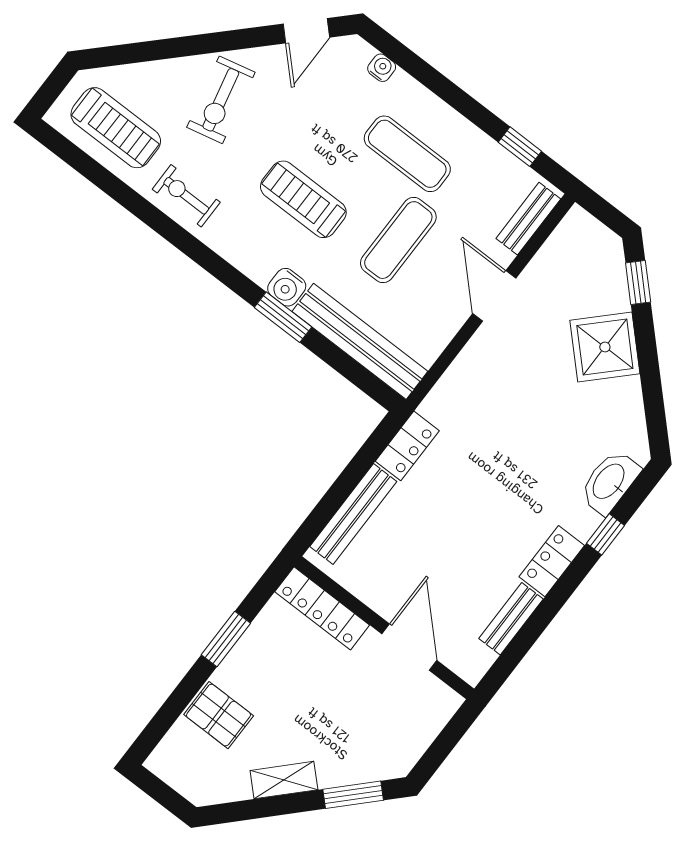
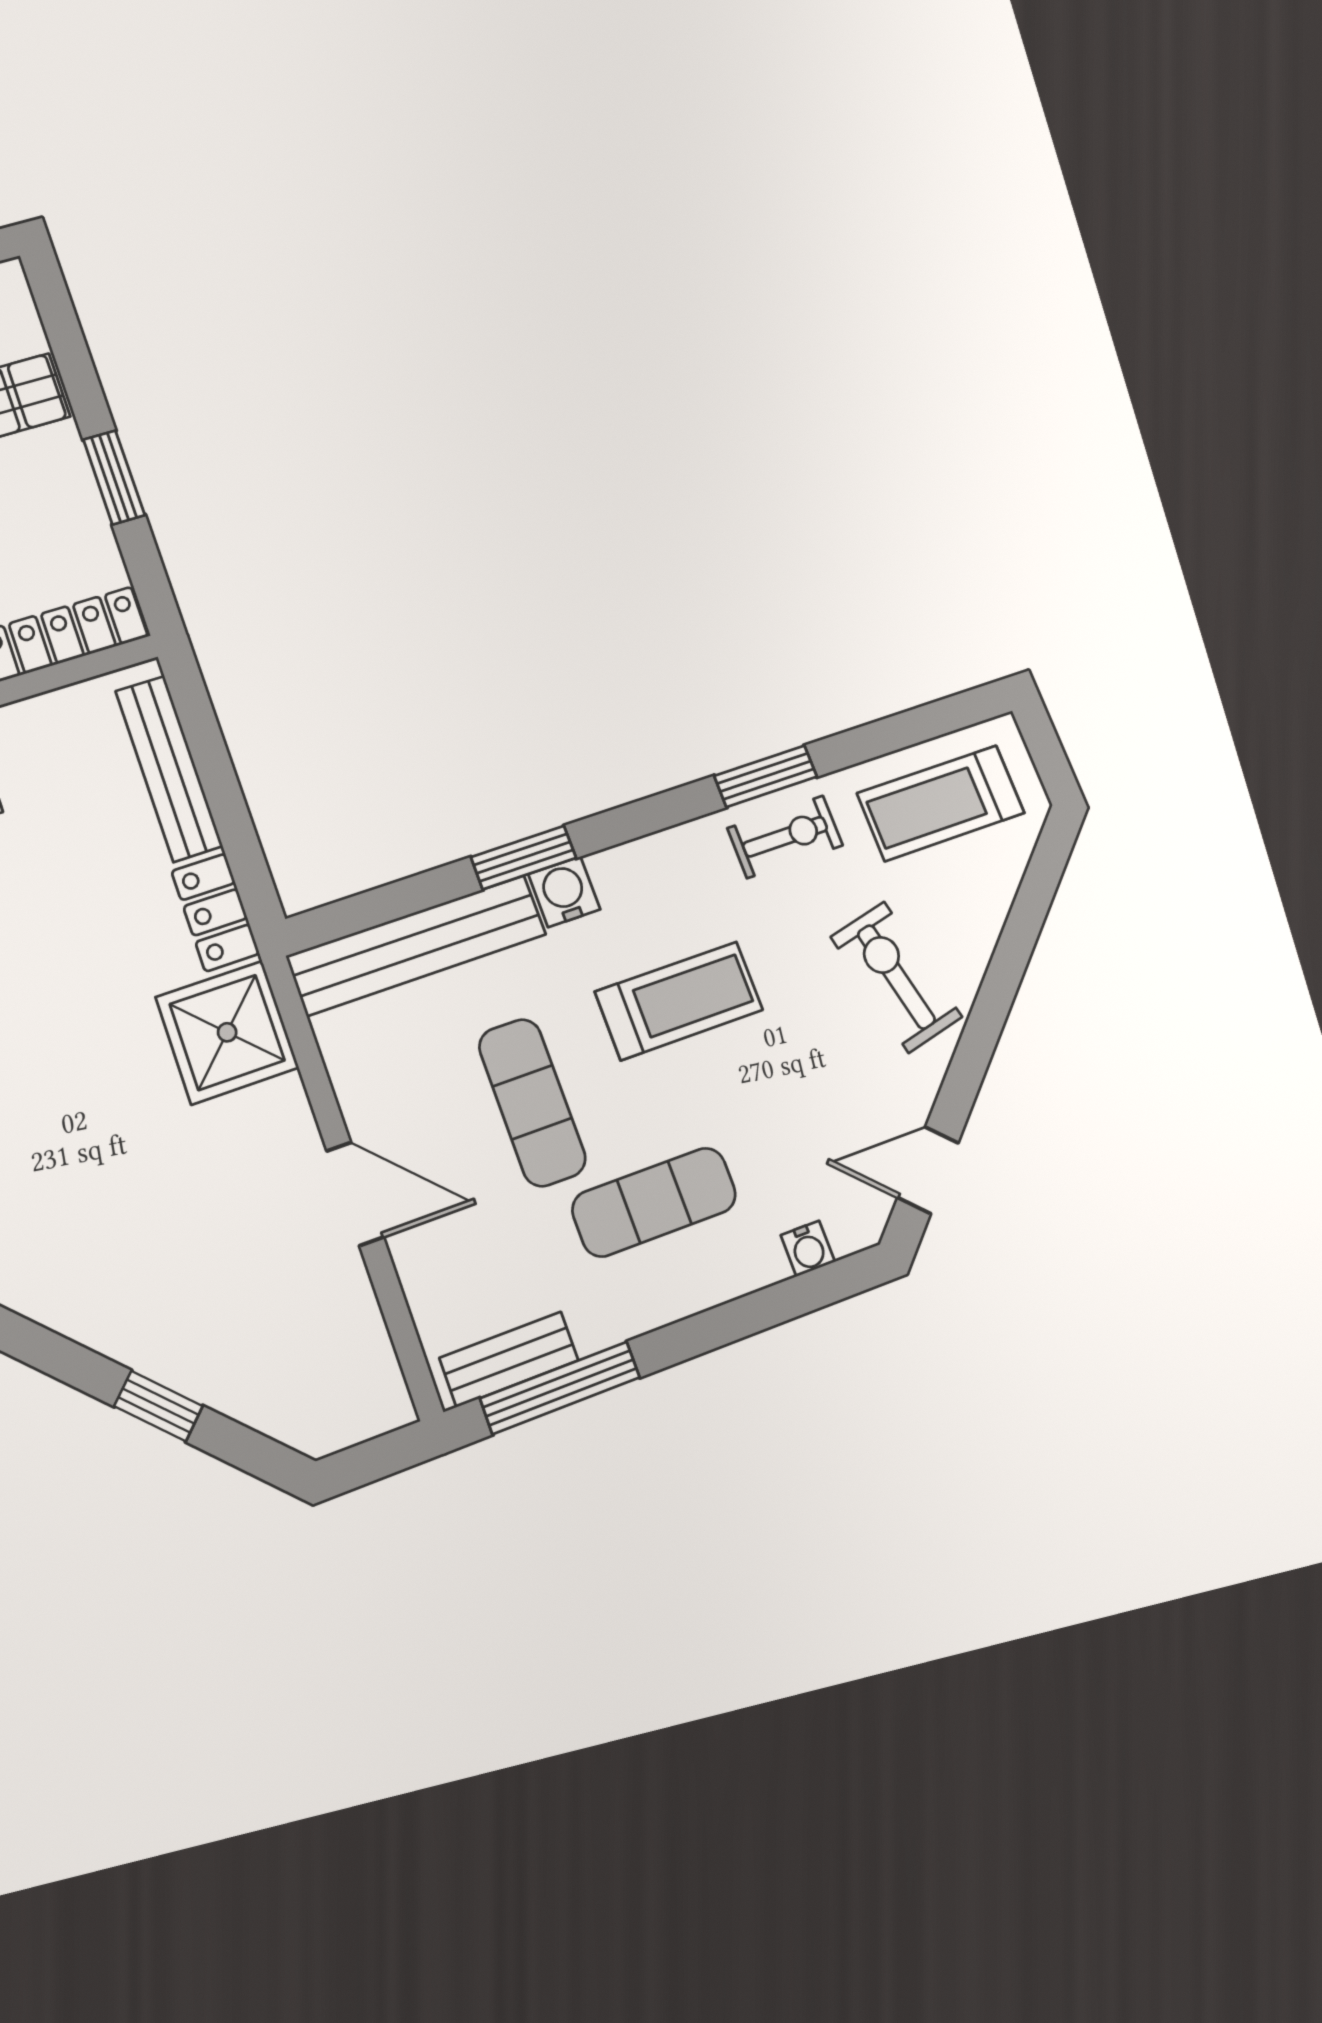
door: (306, 31) -> (928, 1170), hinge flipped
window: (520, 147) -> (560, 1388), width x2.17
bench: (528, 219) -> (509, 1359), moved, turned 90
window: (161, 224) -> (766, 776), added
window: (638, 283) -> (159, 1406), moved
shower: (605, 347) -> (227, 1032), moved, turned 45

